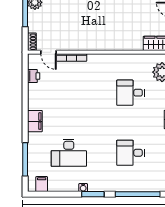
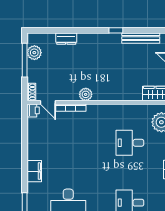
plant: (86, 44) -> (86, 94), added
printer: (34, 76) -> (33, 110), moved

